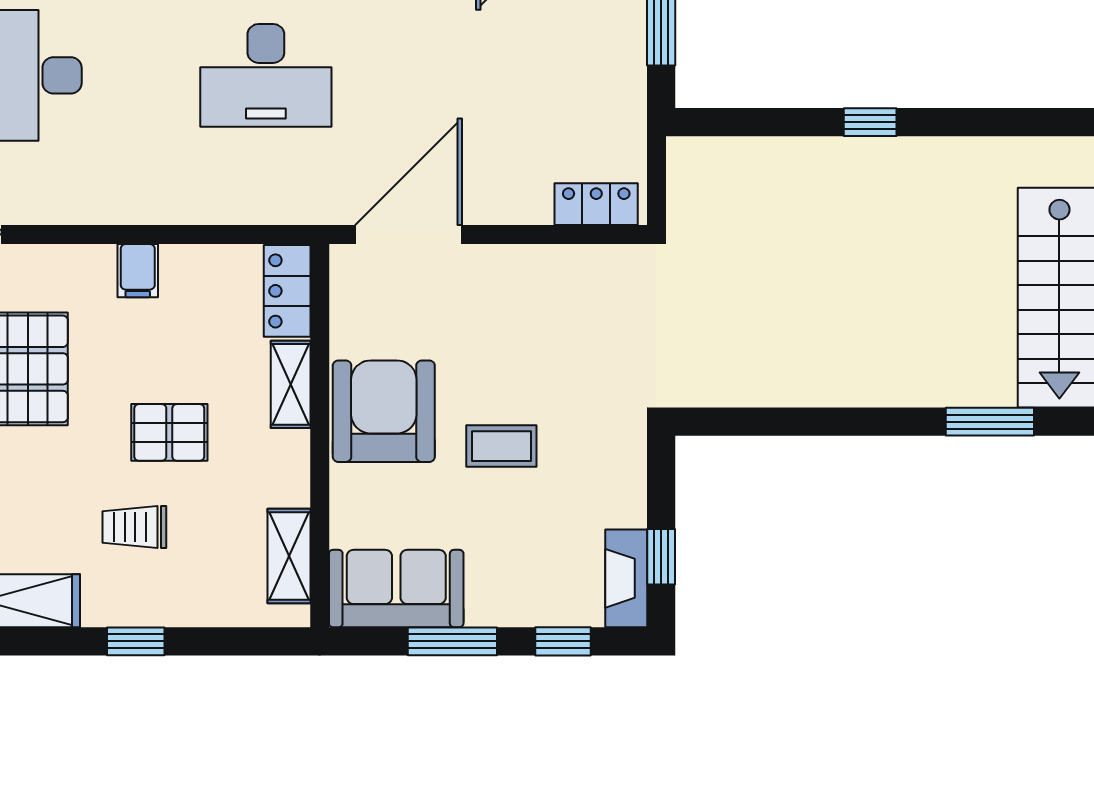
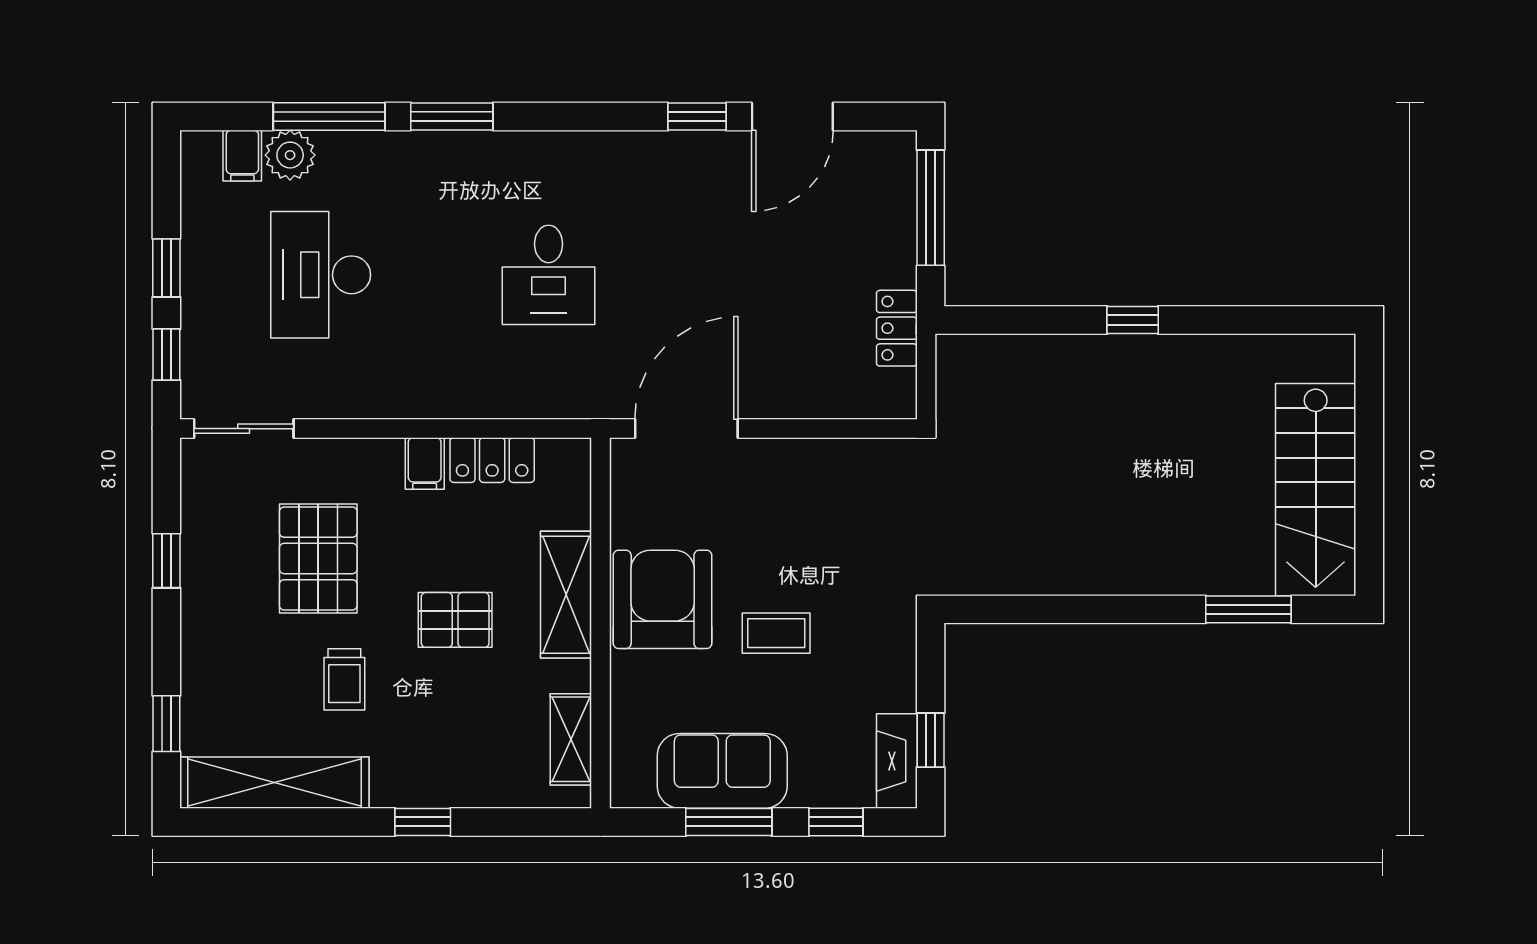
desk: (266, 75) -> (549, 275), width x0.73
locker: (596, 204) -> (897, 328), moved, turned -90
locker: (287, 291) -> (492, 460), moved, turned -90
shelving: (291, 384) -> (566, 595), width x1.50, depth x1.33
trolley: (134, 527) -> (344, 679), moved, turned -90
sofa: (396, 589) -> (722, 771), moved

